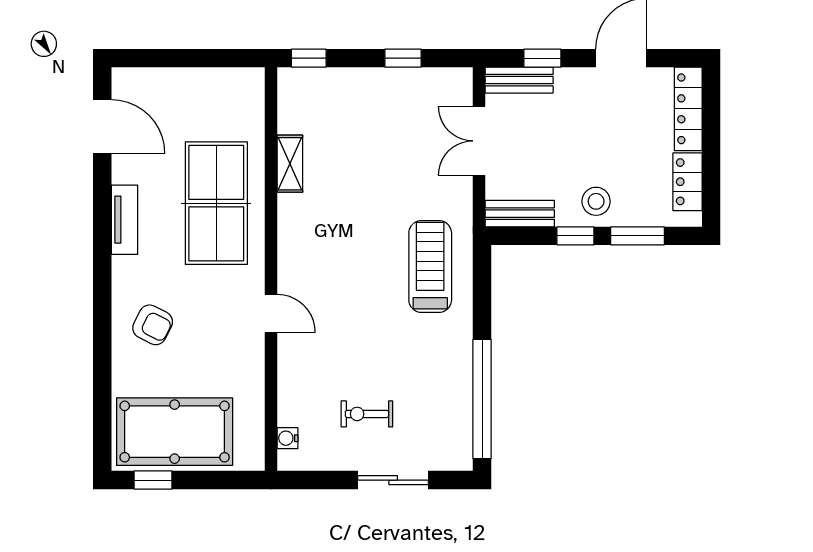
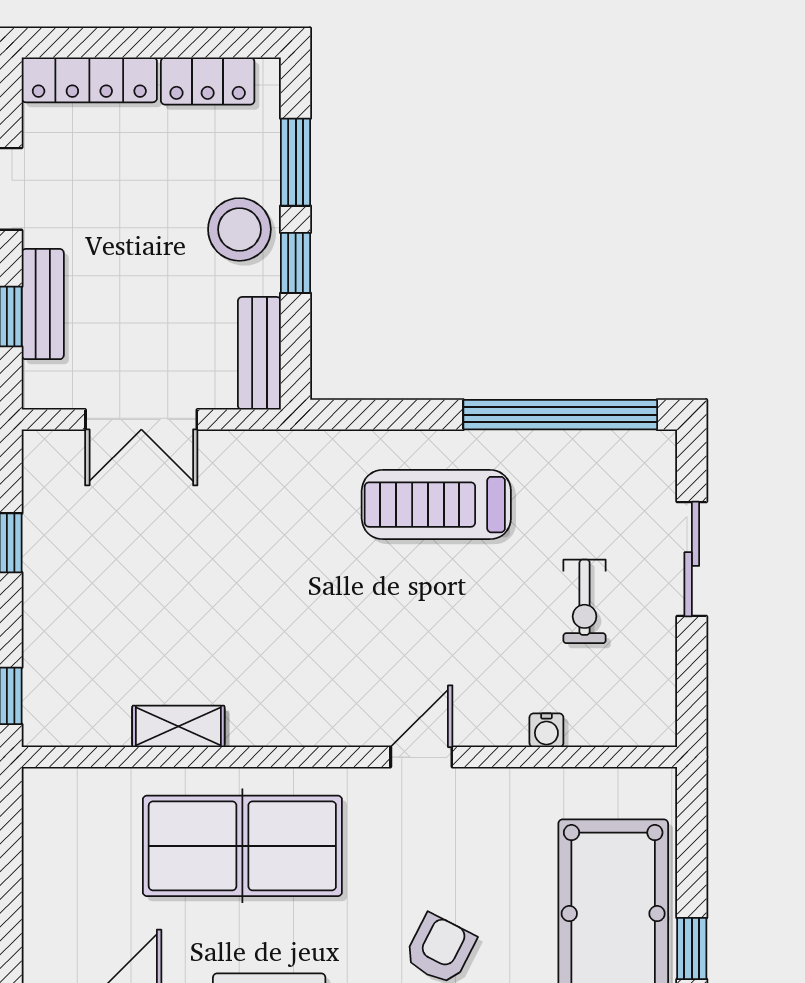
bench: (519, 80) -> (43, 304), moved
stool: (596, 201) -> (239, 229), width x1.38, depth x1.38
treadmill: (430, 266) -> (436, 505), moved
water cooler: (288, 438) -> (546, 730), moved

